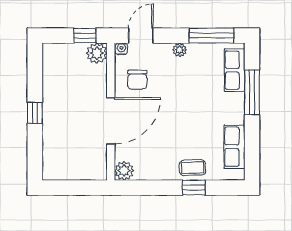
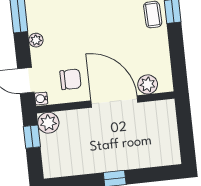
plant: (124, 171) -> (148, 84), moved

